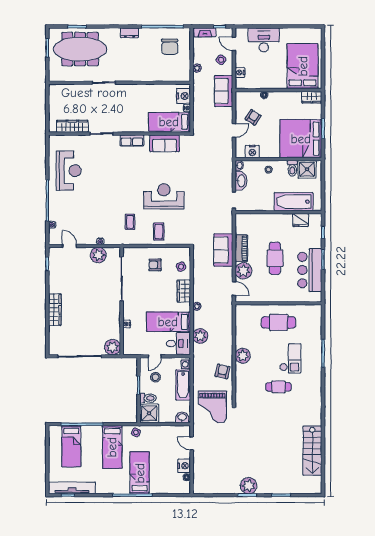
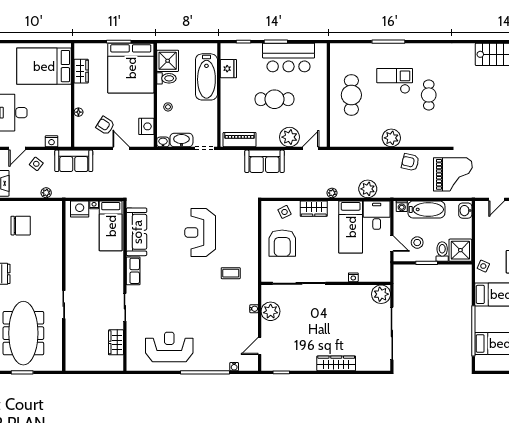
wardrobe: (312, 97) -> (81, 71), moved
wardrobe: (72, 126) -> (116, 342), width x0.67
sofa: (164, 143) -> (137, 232), width x1.36
coffee table: (159, 232) -> (242, 239), removed
piano: (241, 248) -> (240, 140), moved
armchair: (155, 265) -> (282, 243), width x1.88, depth x1.88

